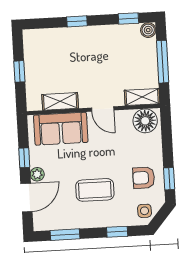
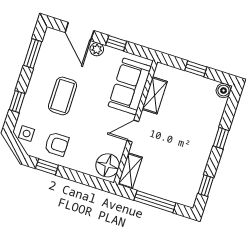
boiler: (148, 30) -> (223, 91), moved
armchair: (144, 178) -> (57, 144), turned 90

